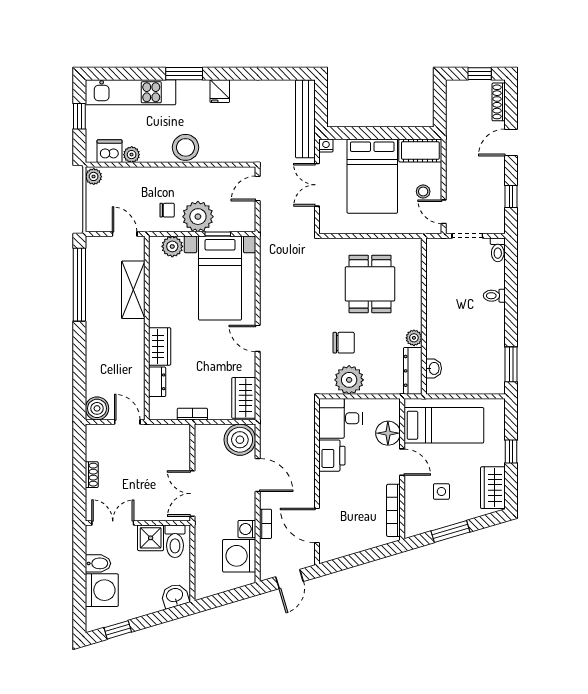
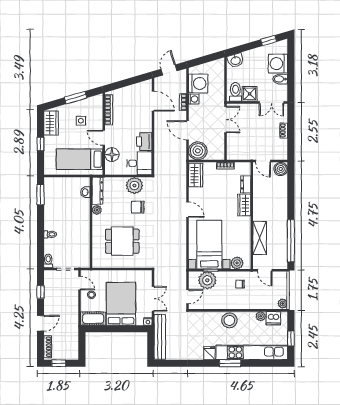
kitchen unit: (130, 92) -> (252, 352), width x1.36
plant: (198, 217) -> (207, 280), moved
dining table: (370, 284) -> (122, 241), turned 90

